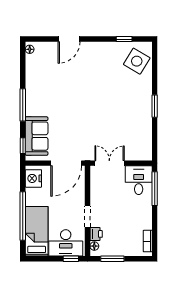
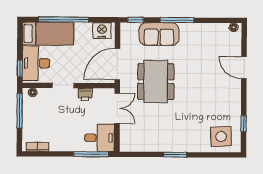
side table: (137, 61) -> (221, 137), turned -34
dining table: (83, 125) -> (156, 82), added
sofa: (37, 136) -> (159, 34), moved
door: (66, 163) -> (117, 64), hinge flipped
printer: (96, 234) -> (85, 94), moved
window: (112, 259) -> (20, 111), width x1.44

